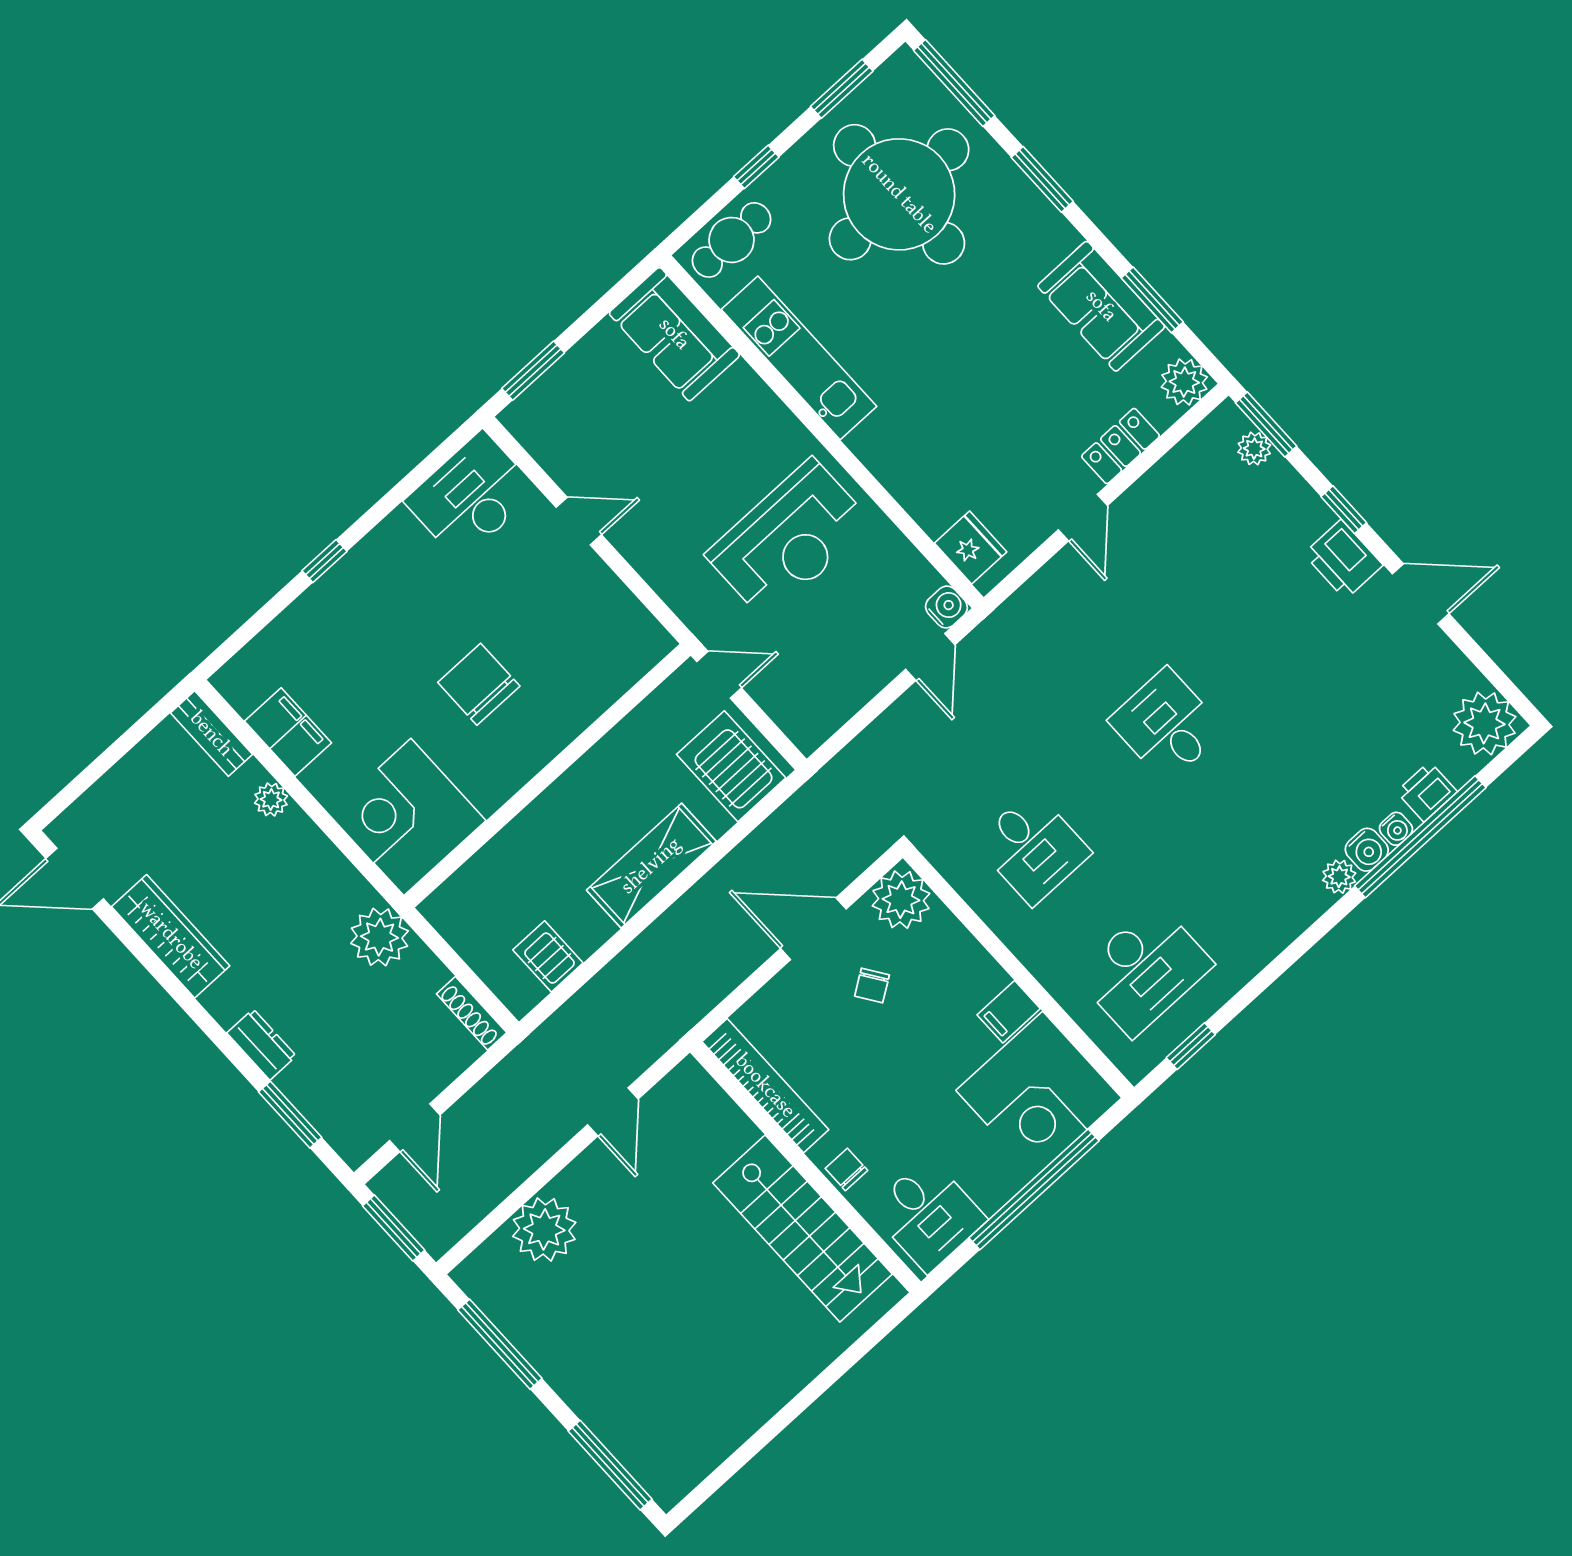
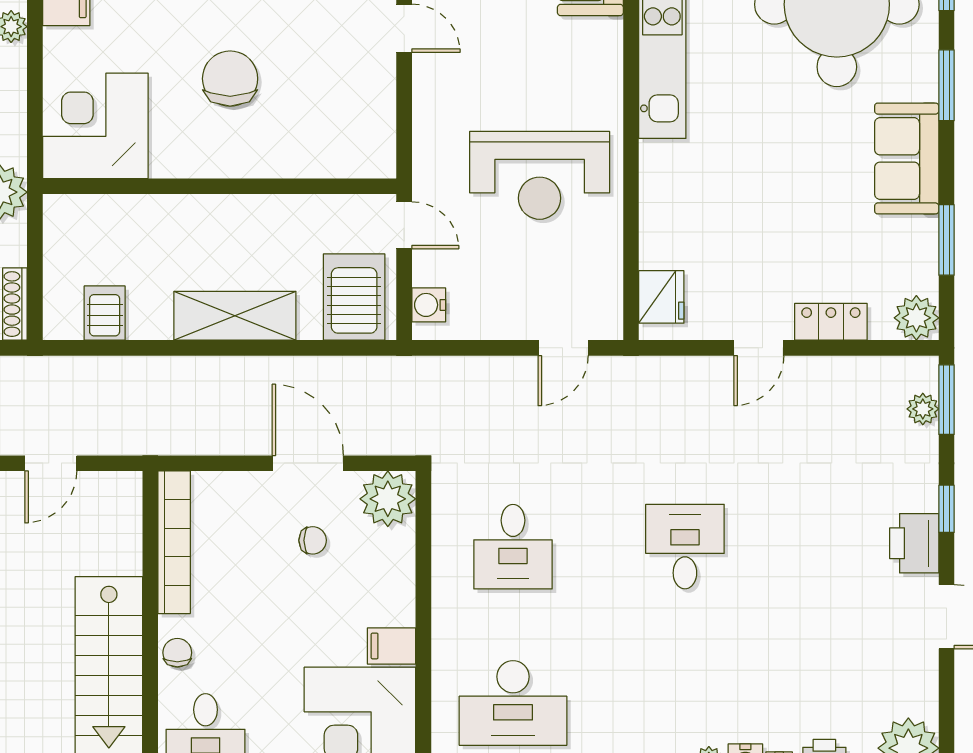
sofa: (1101, 306) -> (907, 159), moved
water cooler: (946, 607) -> (429, 305), moved, turned 180
chair: (872, 985) -> (313, 540), turned -146

